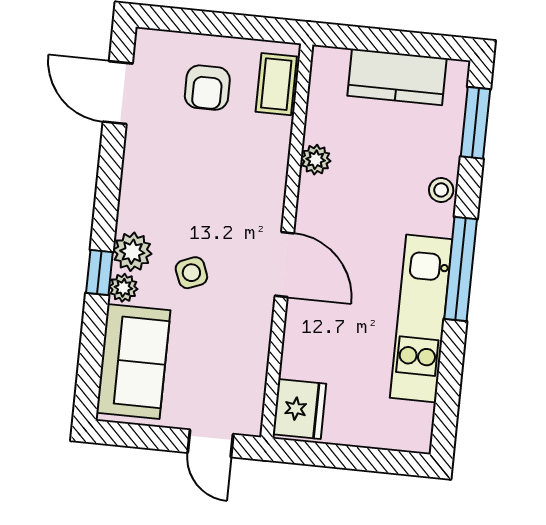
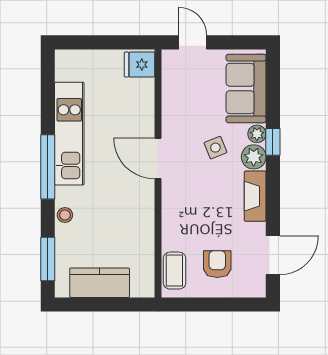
door: (118, 93) -> (273, 255), hinge flipped
plant: (316, 160) -> (145, 226), removed
fireplace: (136, 189) -> (255, 196), added
fridge: (299, 409) -> (139, 65), width x0.72

